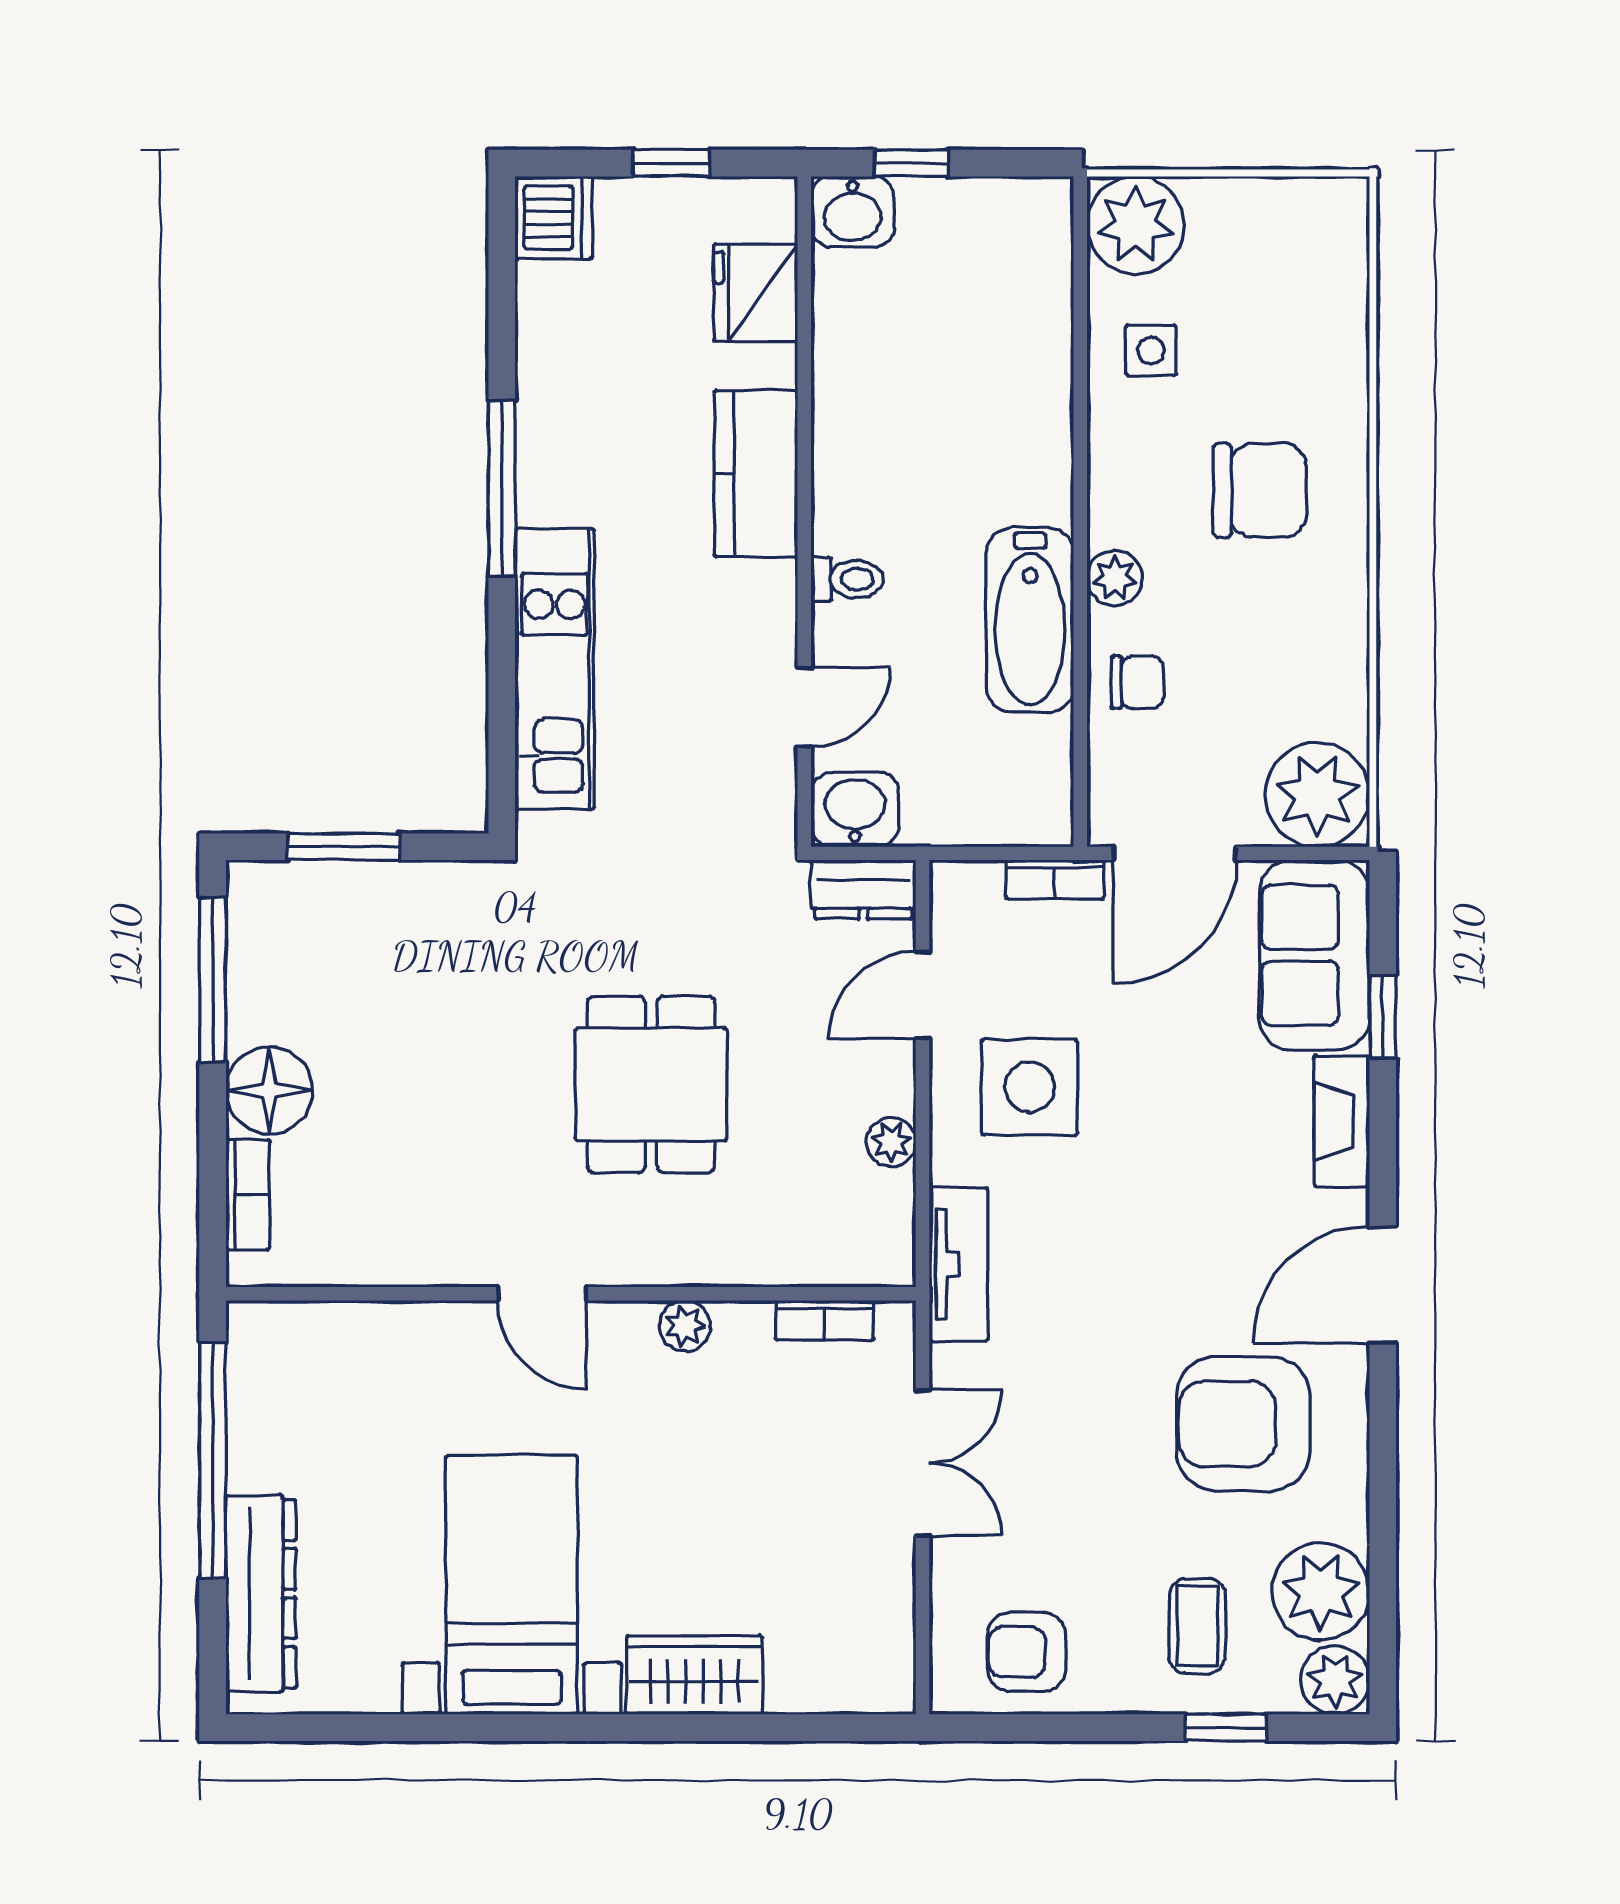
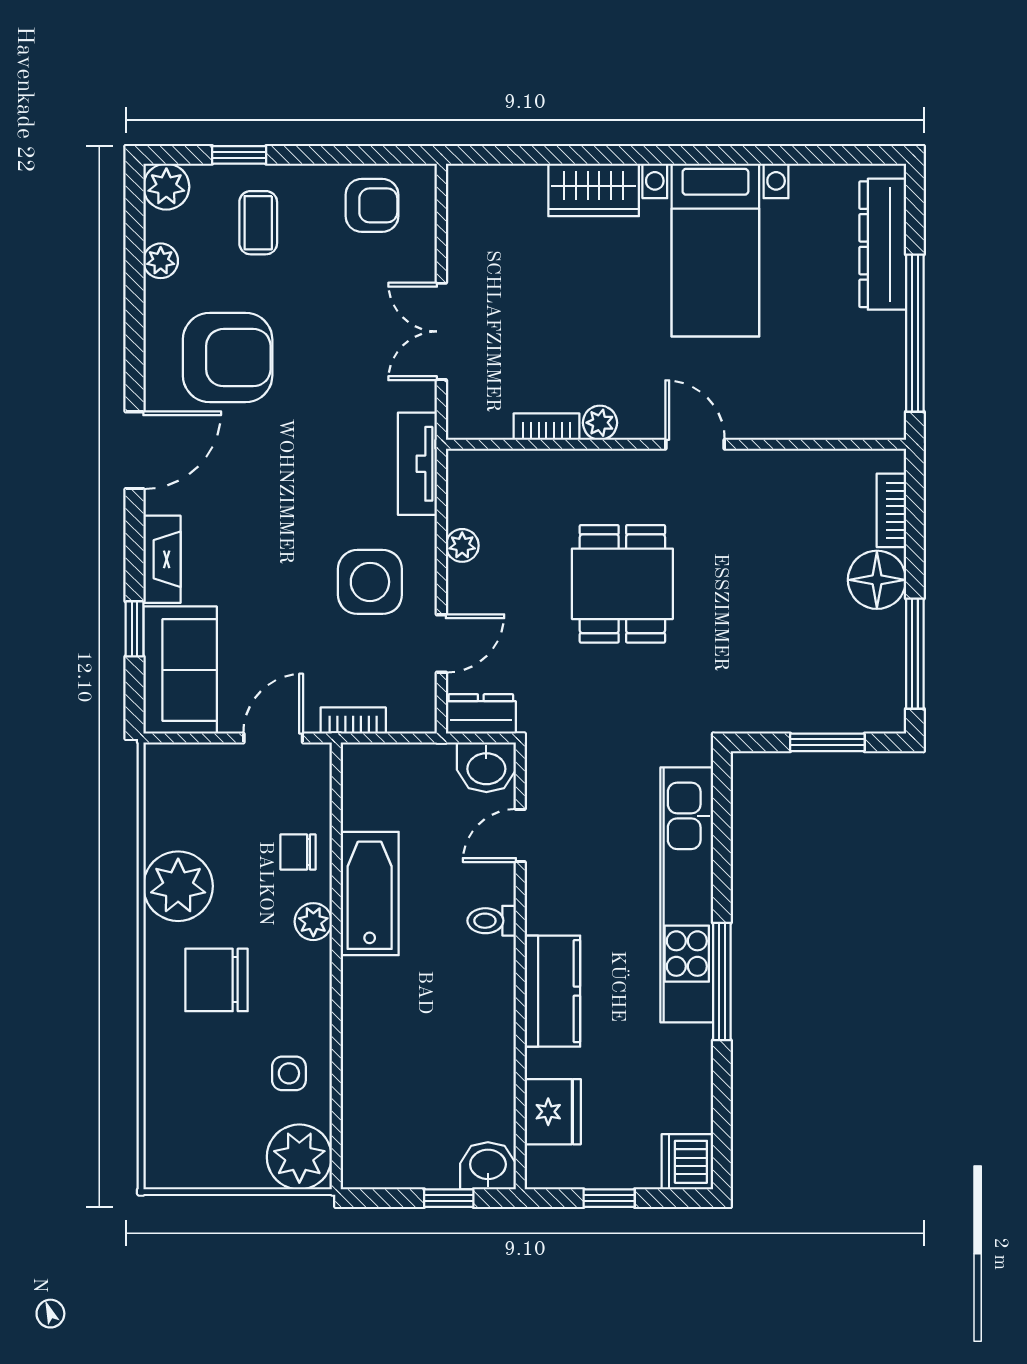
kitchen unit: (555, 669) -> (687, 895), width x1.36
plant: (1317, 795) -> (178, 886), moved
door: (1175, 853) -> (273, 738), width x0.73
bookcase: (824, 1320) -> (546, 427), moved
plant: (1321, 1591) -> (161, 261), width x0.53, depth x0.53

